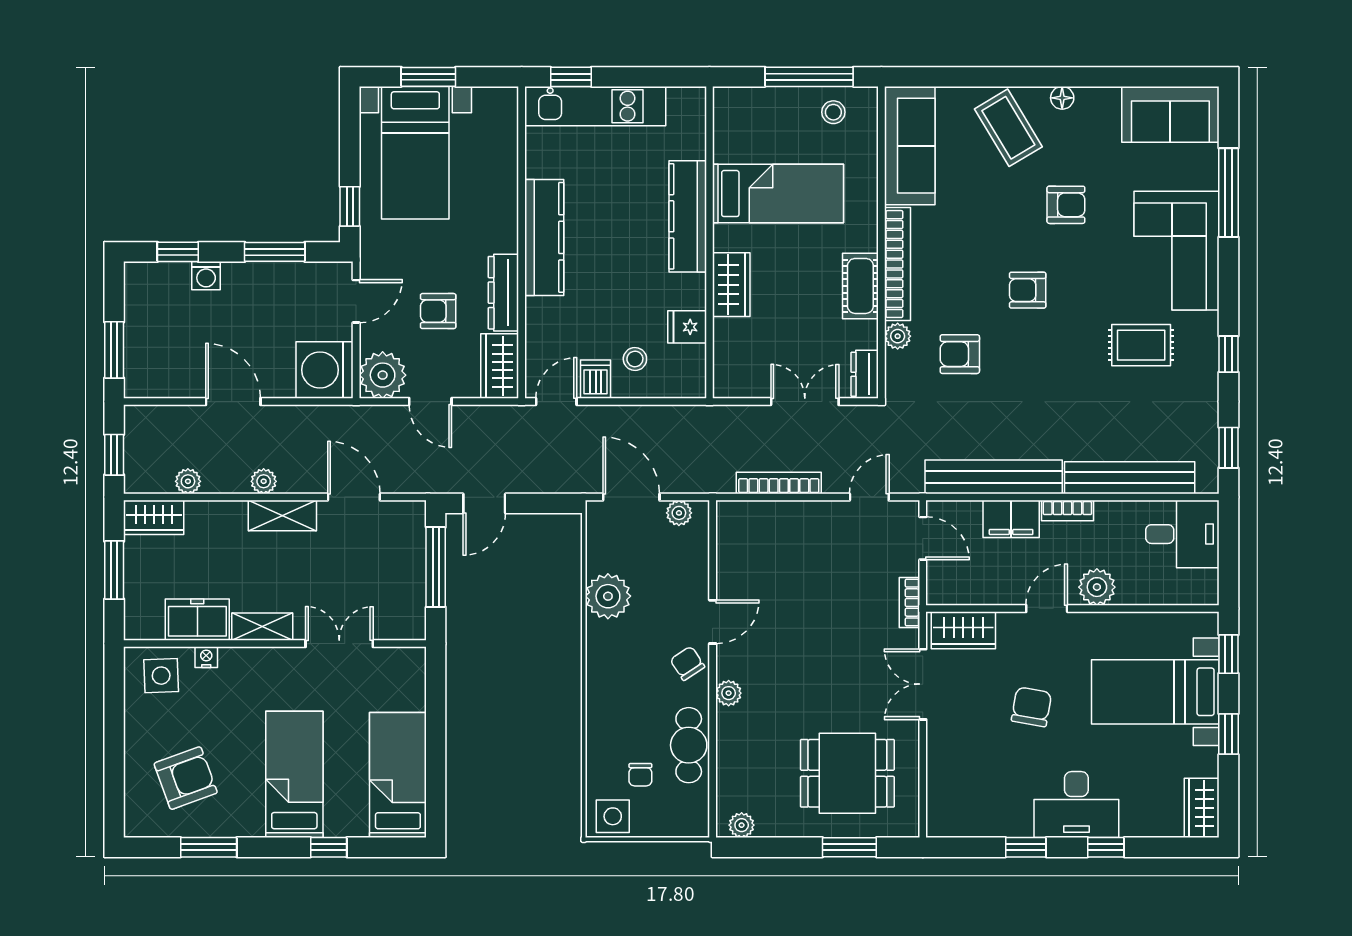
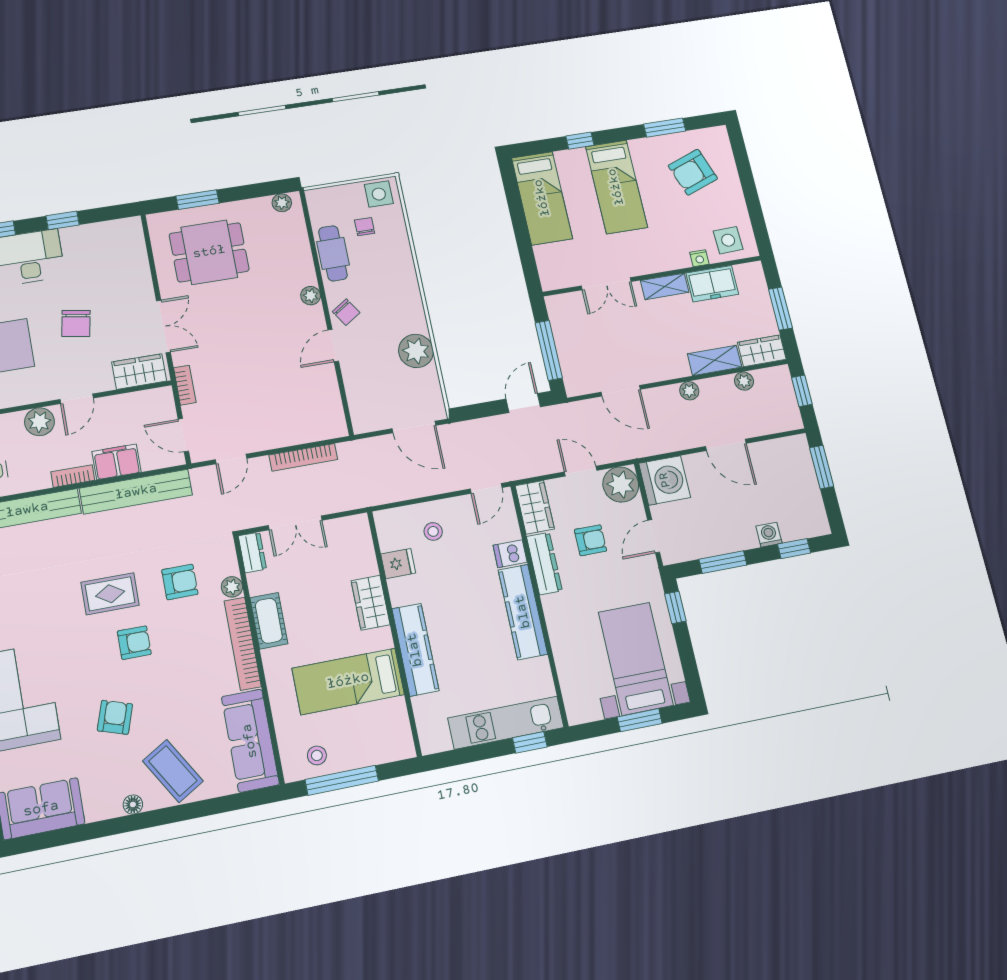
armchair: (1066, 205) -> (115, 717), turned 108
rug: (1141, 345) -> (110, 594), moved
dishwasher: (596, 379) -> (510, 554), moved, turned 90
plant: (679, 513) -> (375, 422), removed
shelving: (282, 516) -> (715, 360), moved

